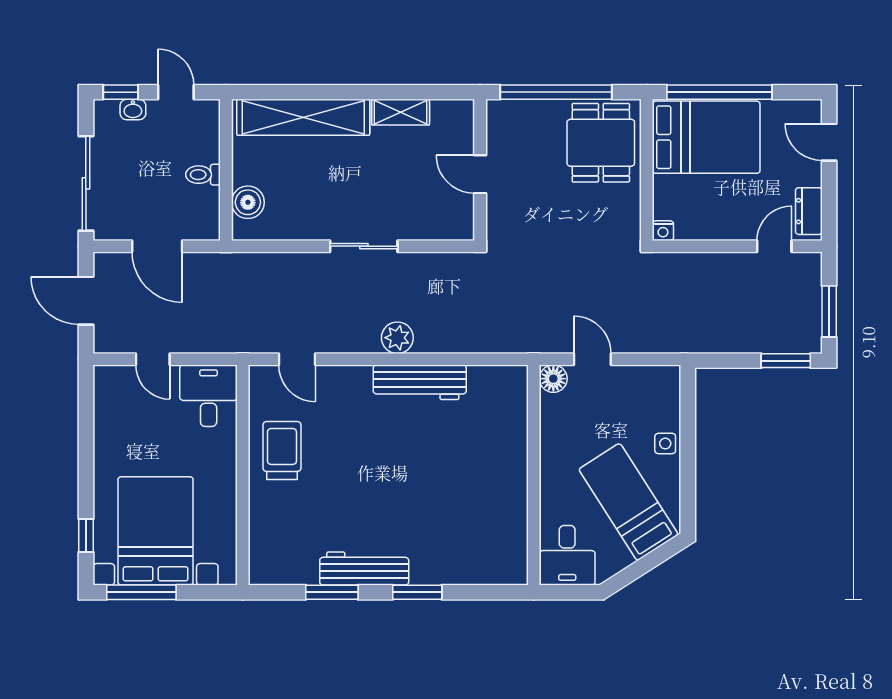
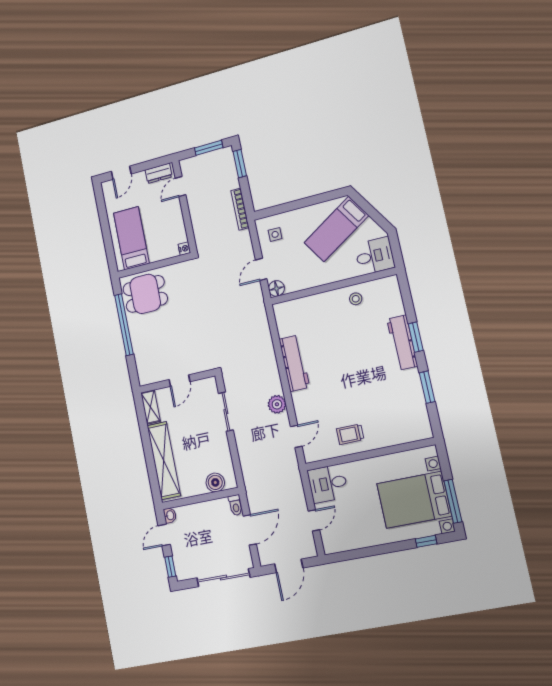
window: (719, 92) -> (107, 237), removed
washbasin: (133, 109) -> (170, 515), moved
bed: (706, 137) -> (131, 238), width x0.67
wall: (480, 170) -> (177, 381), moved
door: (480, 174) -> (179, 381), moved
toilet: (203, 175) -> (235, 505), moved
door: (774, 246) -> (180, 187), hinge flipped
plant: (397, 338) -> (277, 404), moved
bookcase: (706, 344) -> (240, 209), added
side table: (665, 444) -> (275, 234), moved
trolley: (282, 451) -> (350, 434), width x0.73, depth x0.72
stool: (503, 509) -> (356, 299), added
workbench: (364, 569) -> (402, 343), moved

